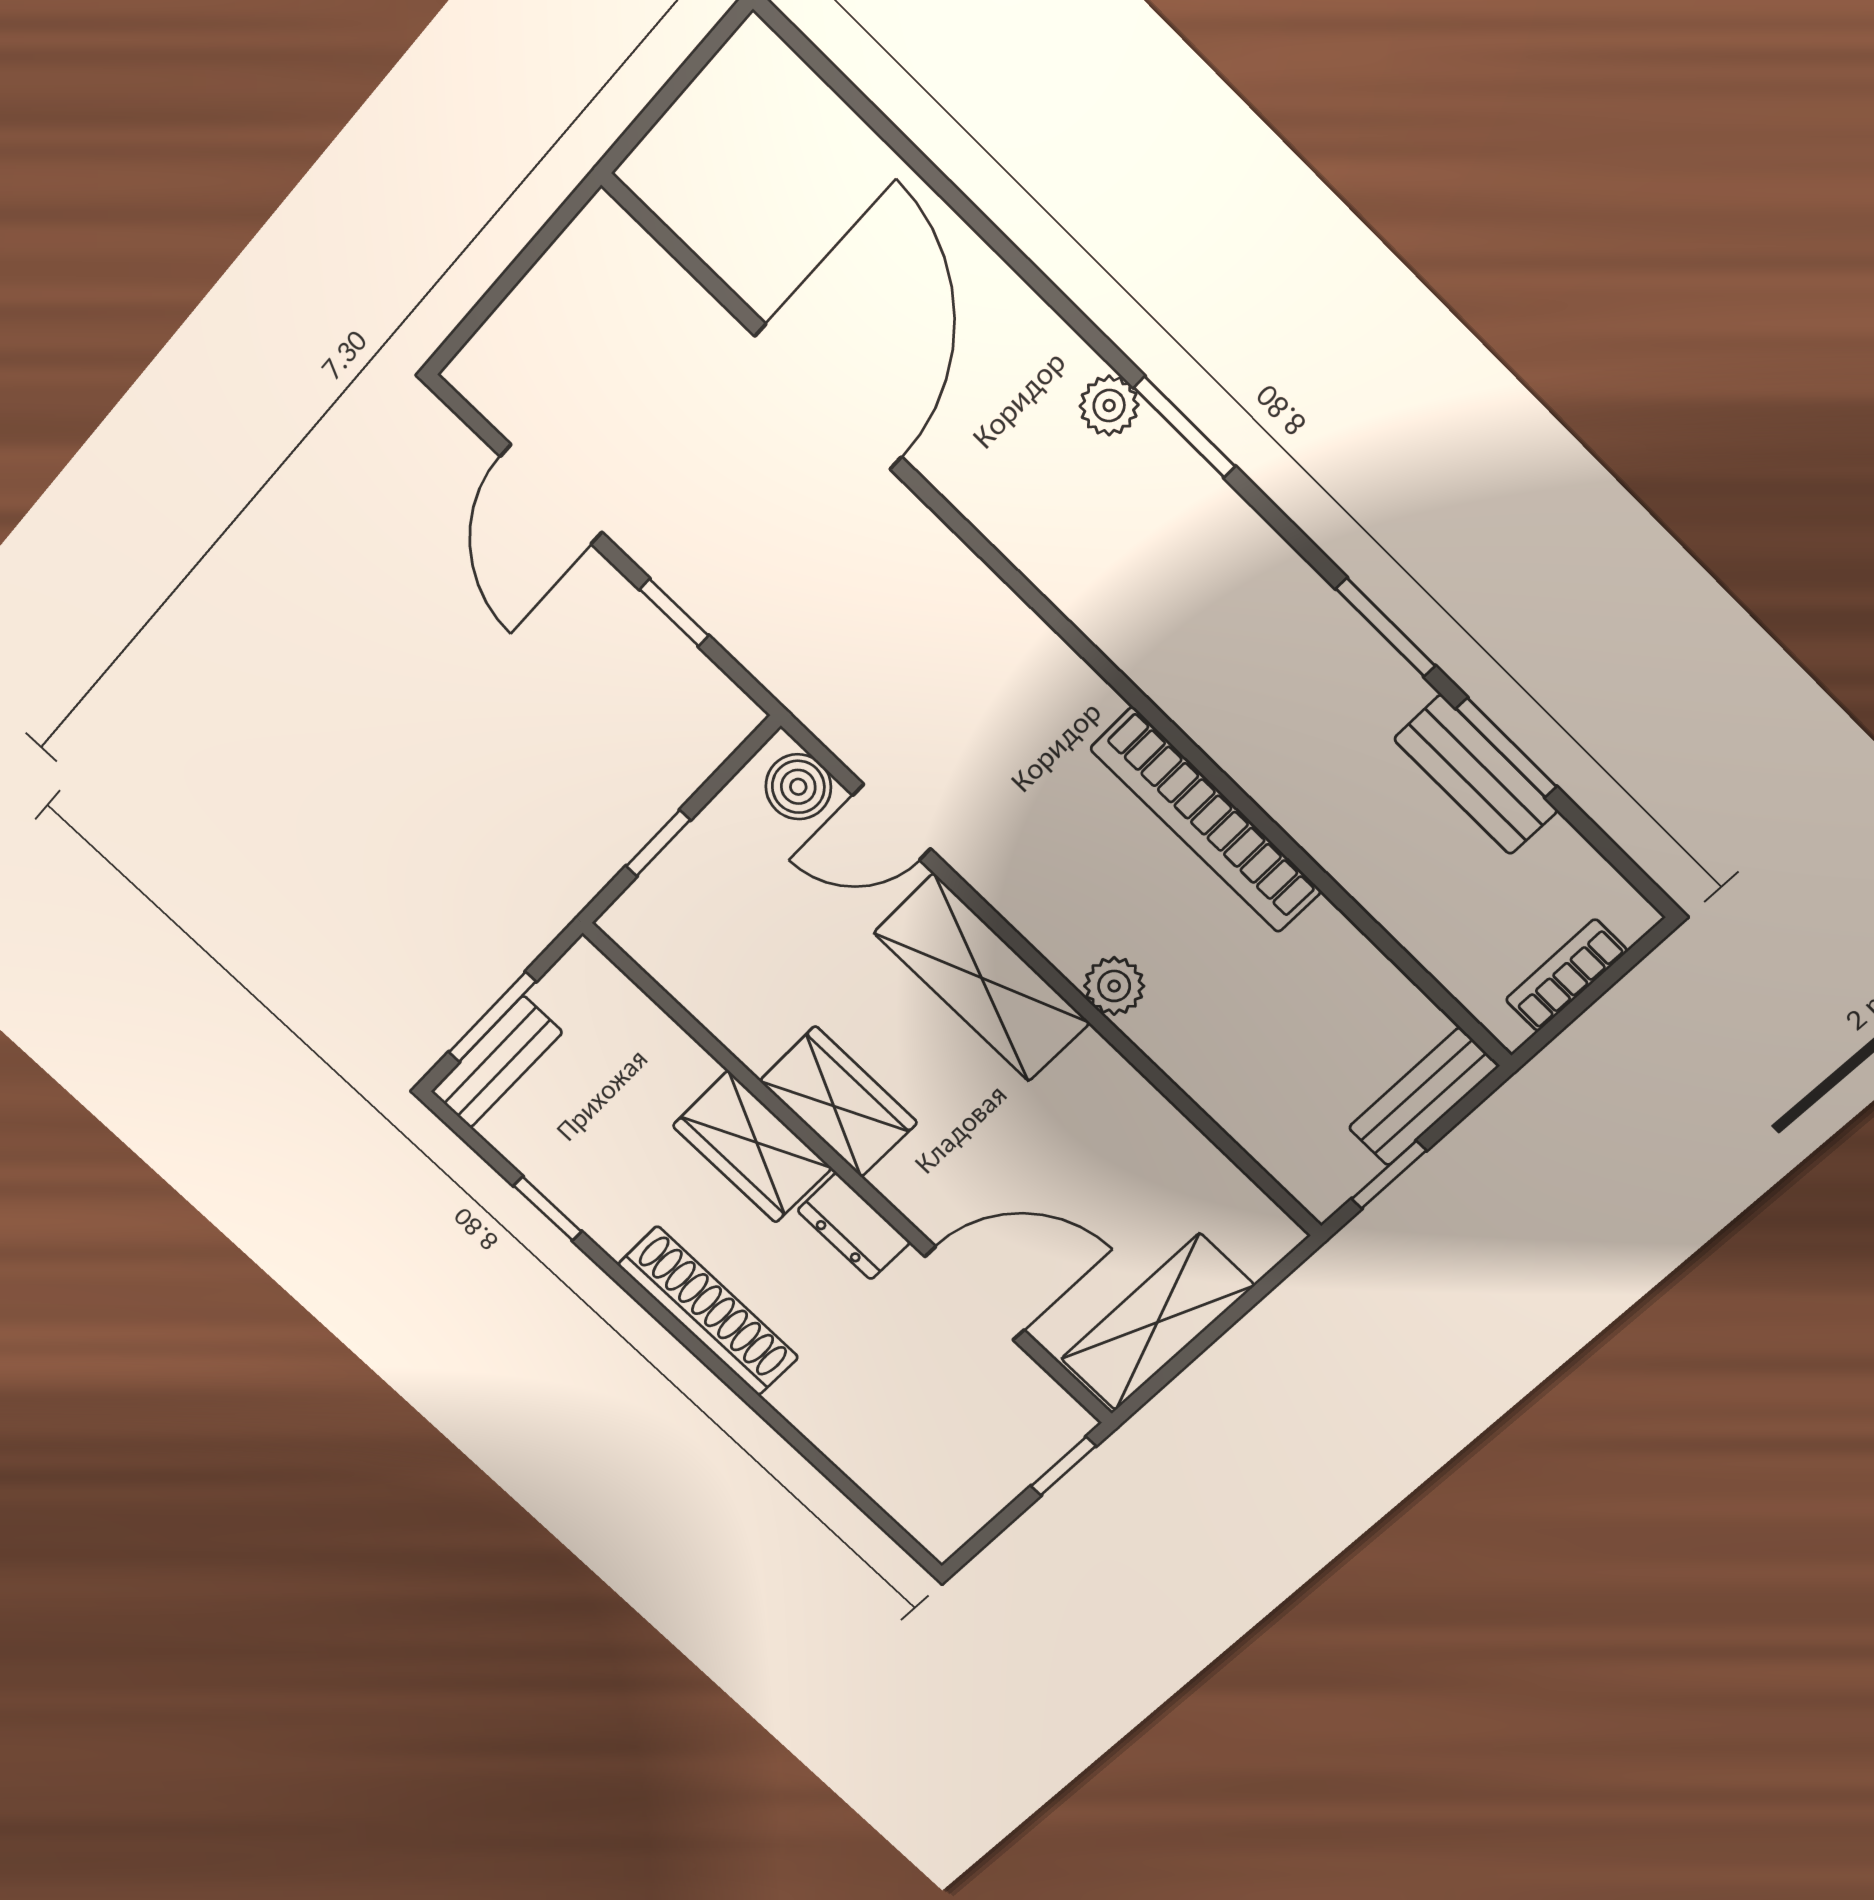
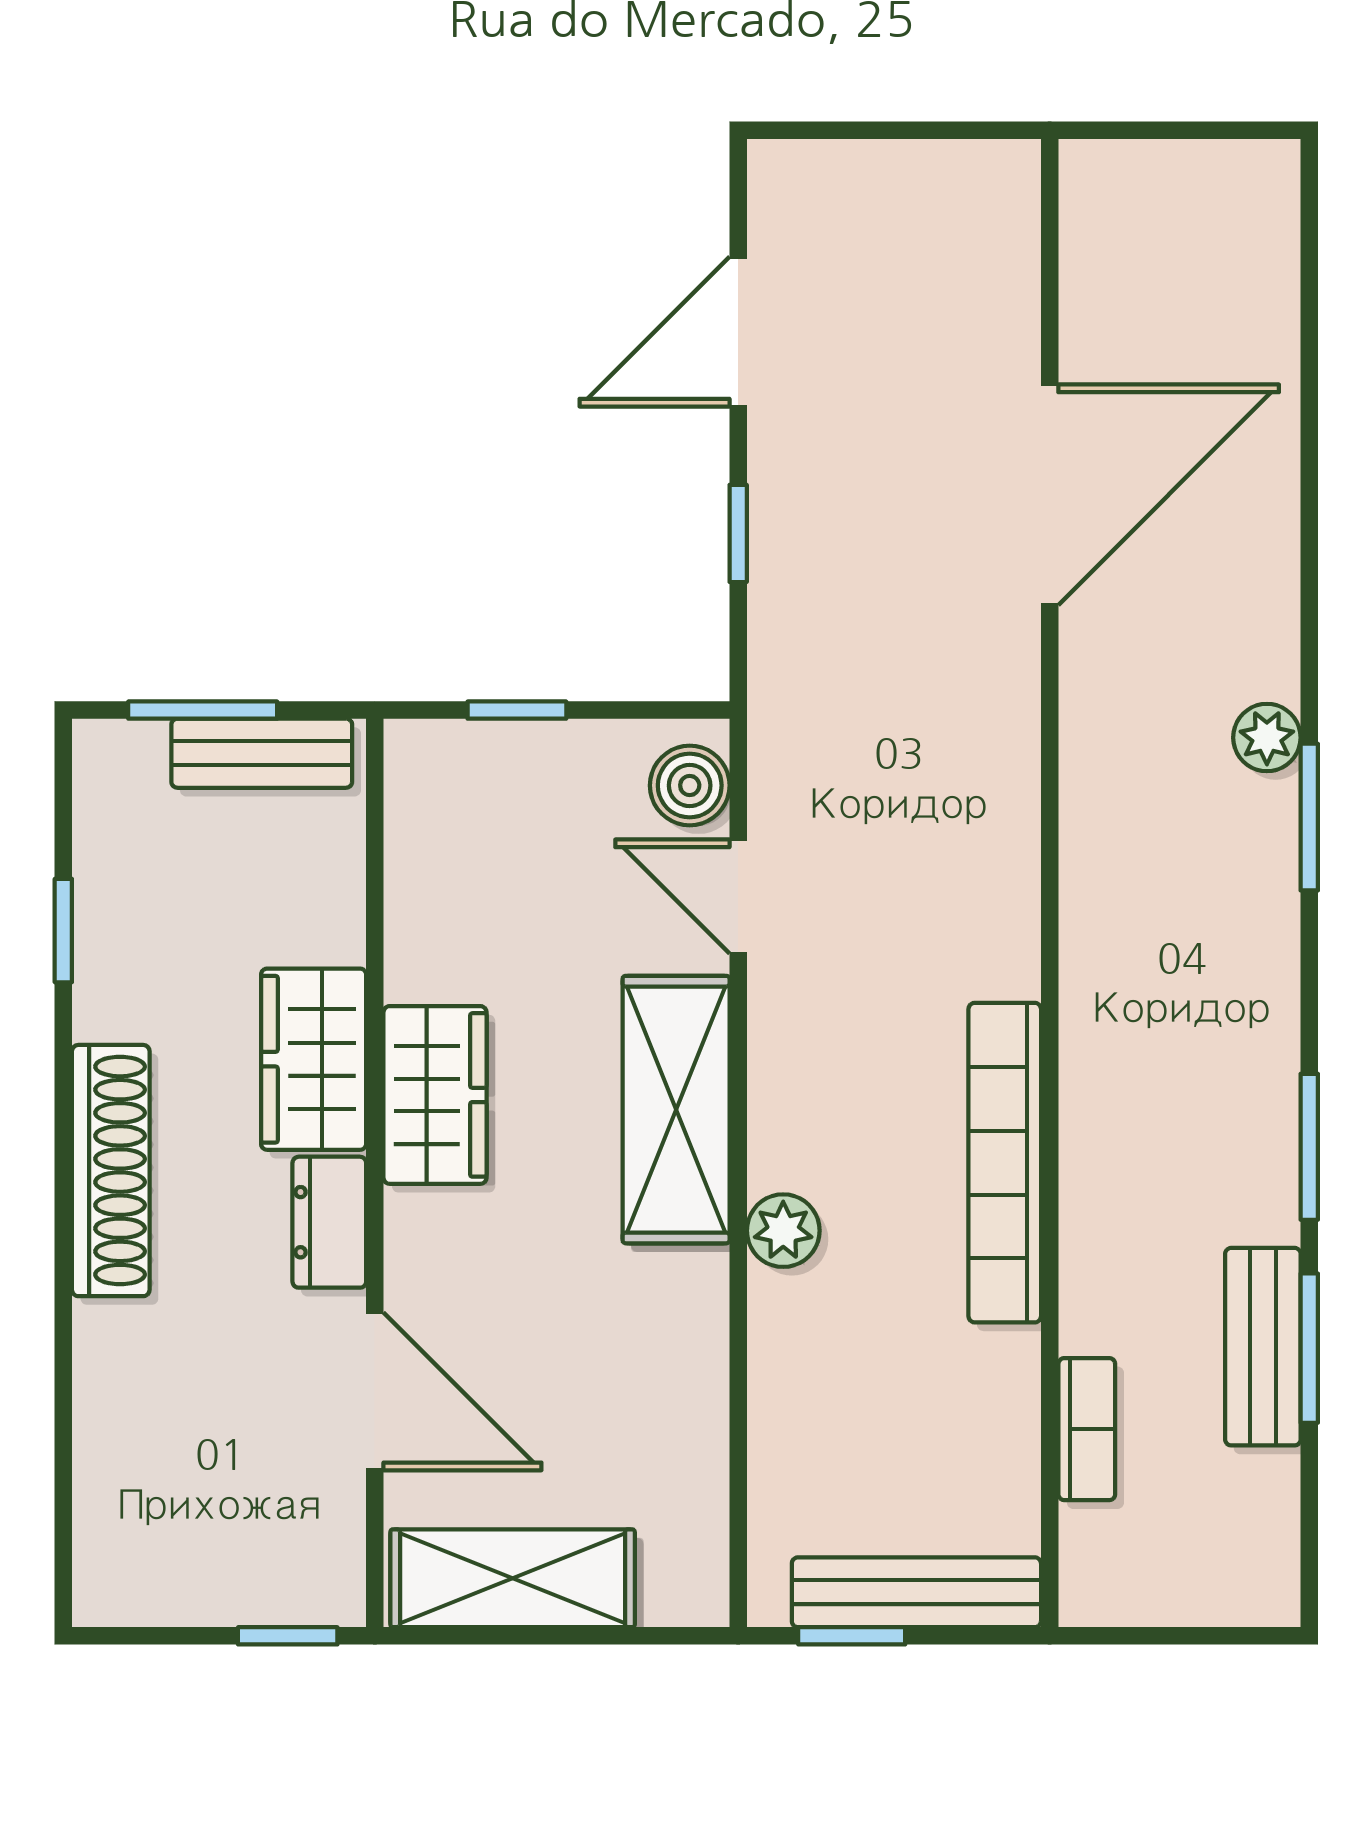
bookcase: (1566, 975) -> (1087, 1429), moved, turned 90
bench: (497, 1062) -> (262, 753), moved
bench: (1424, 1097) -> (916, 1592), width x1.36

